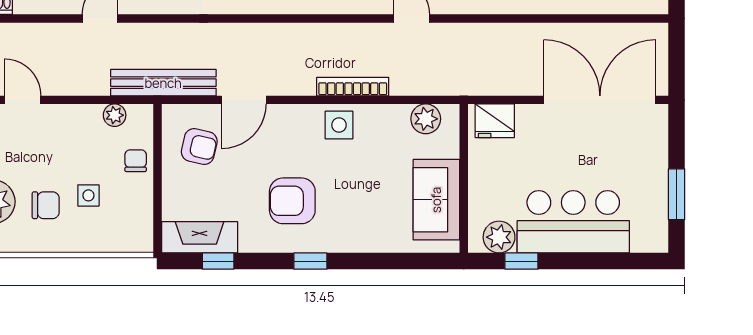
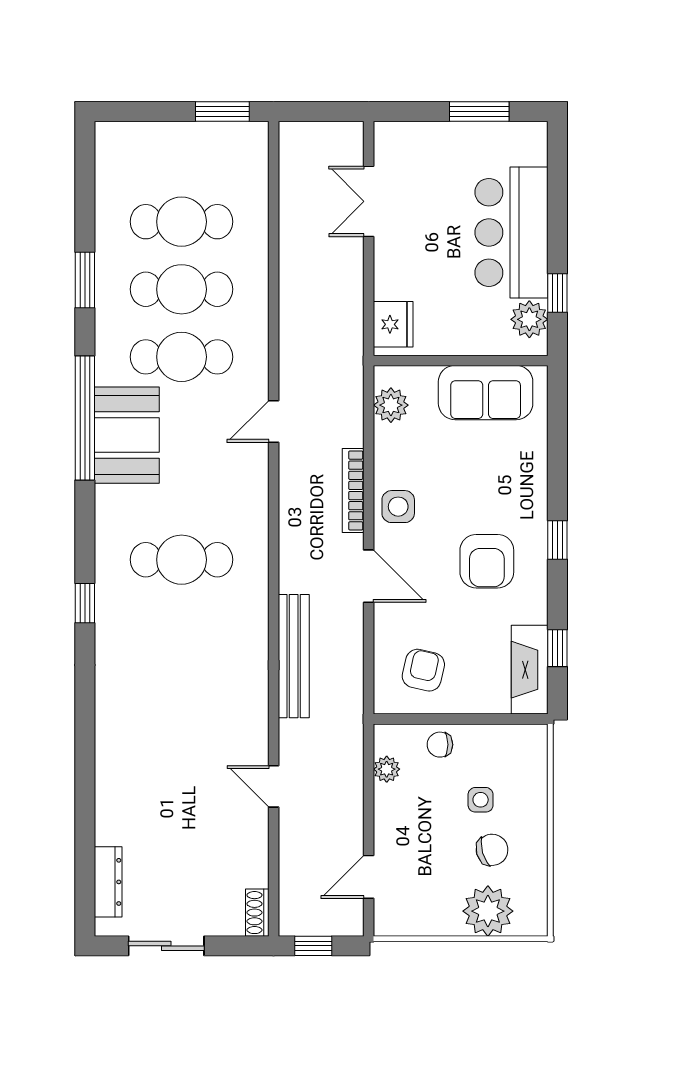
bench: (163, 83) -> (294, 656), moved
door: (244, 100) -> (369, 576), moved
double door: (600, 100) -> (369, 201), width x0.54
chair: (46, 205) -> (492, 850), turned 74

